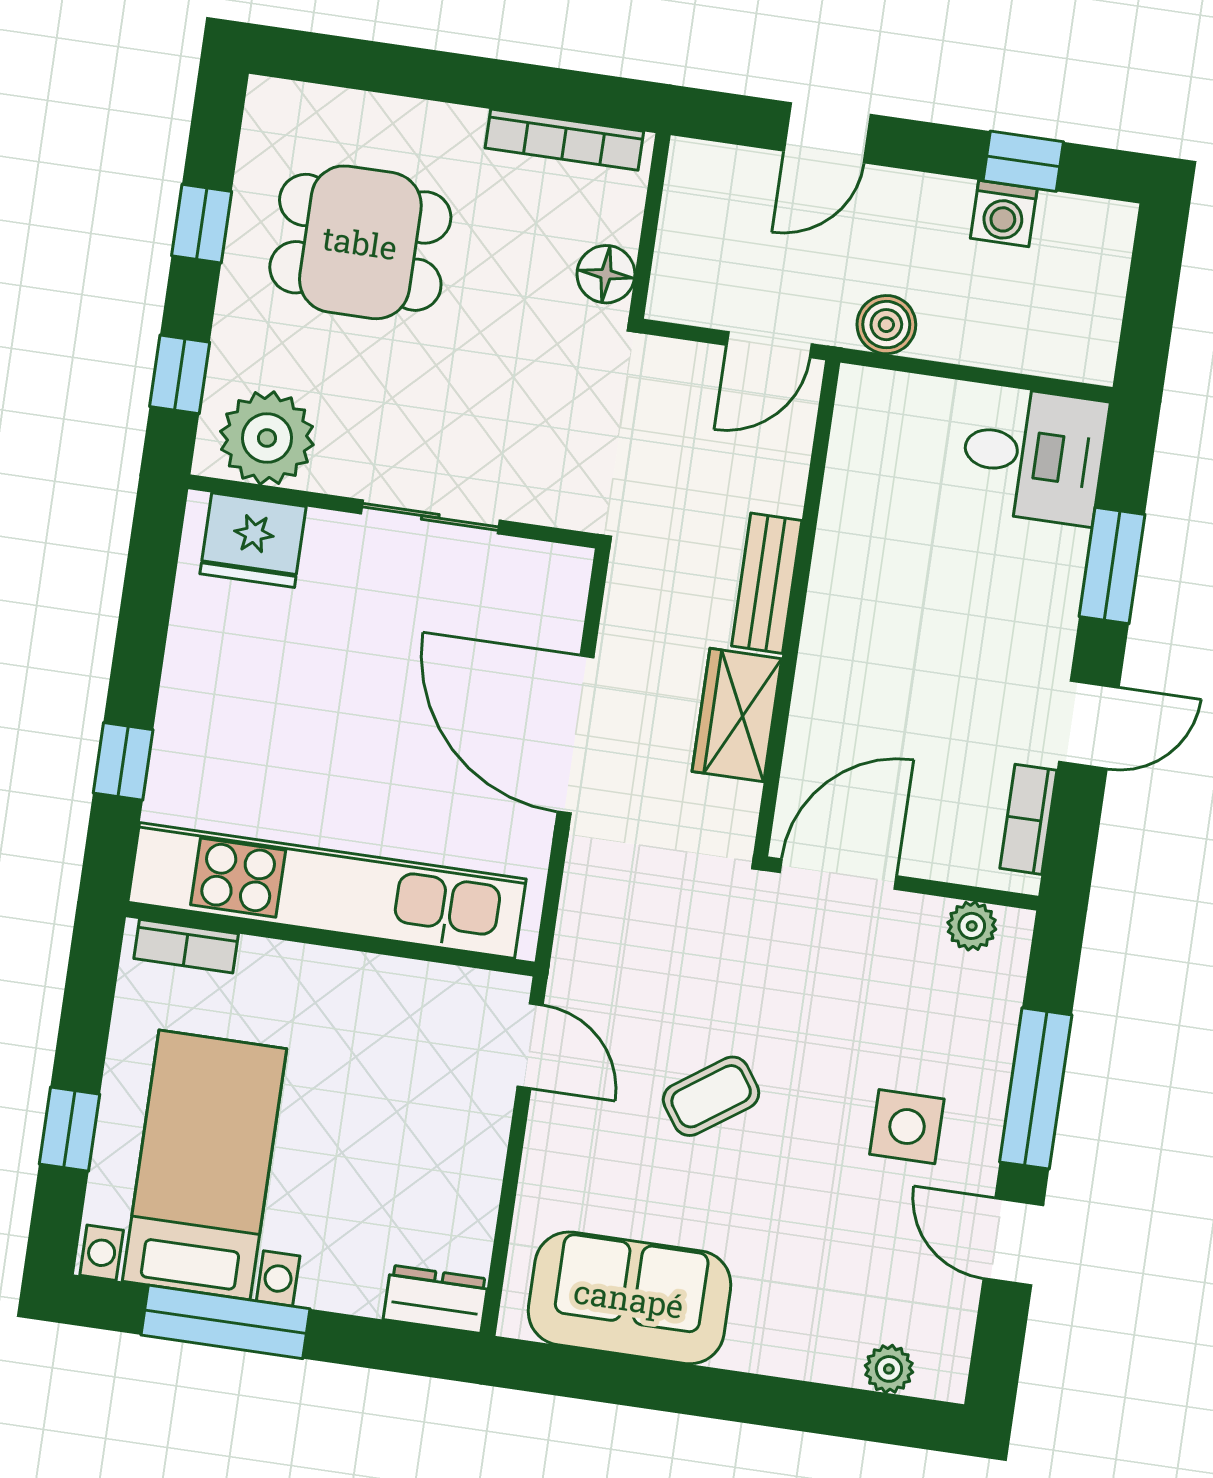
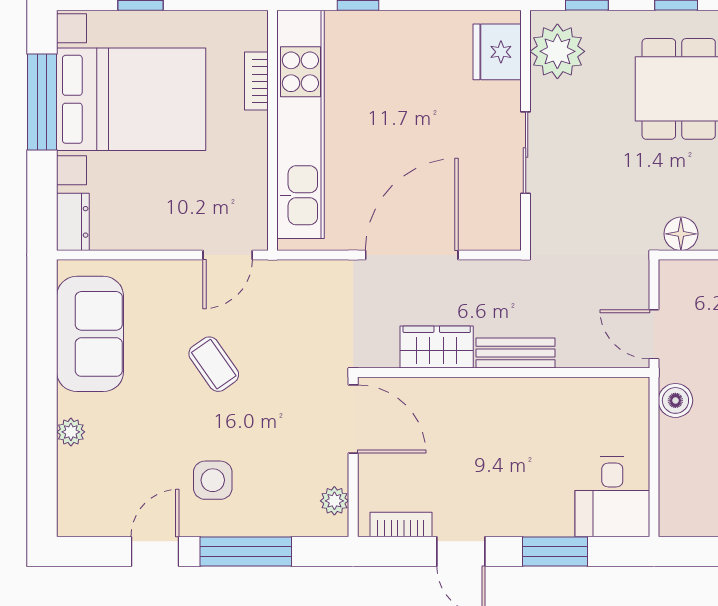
bookcase: (186, 946) -> (256, 81), moved
bed with nightstands: (204, 1165) -> (131, 99), width x1.36
plant: (889, 1369) -> (71, 432), moved

